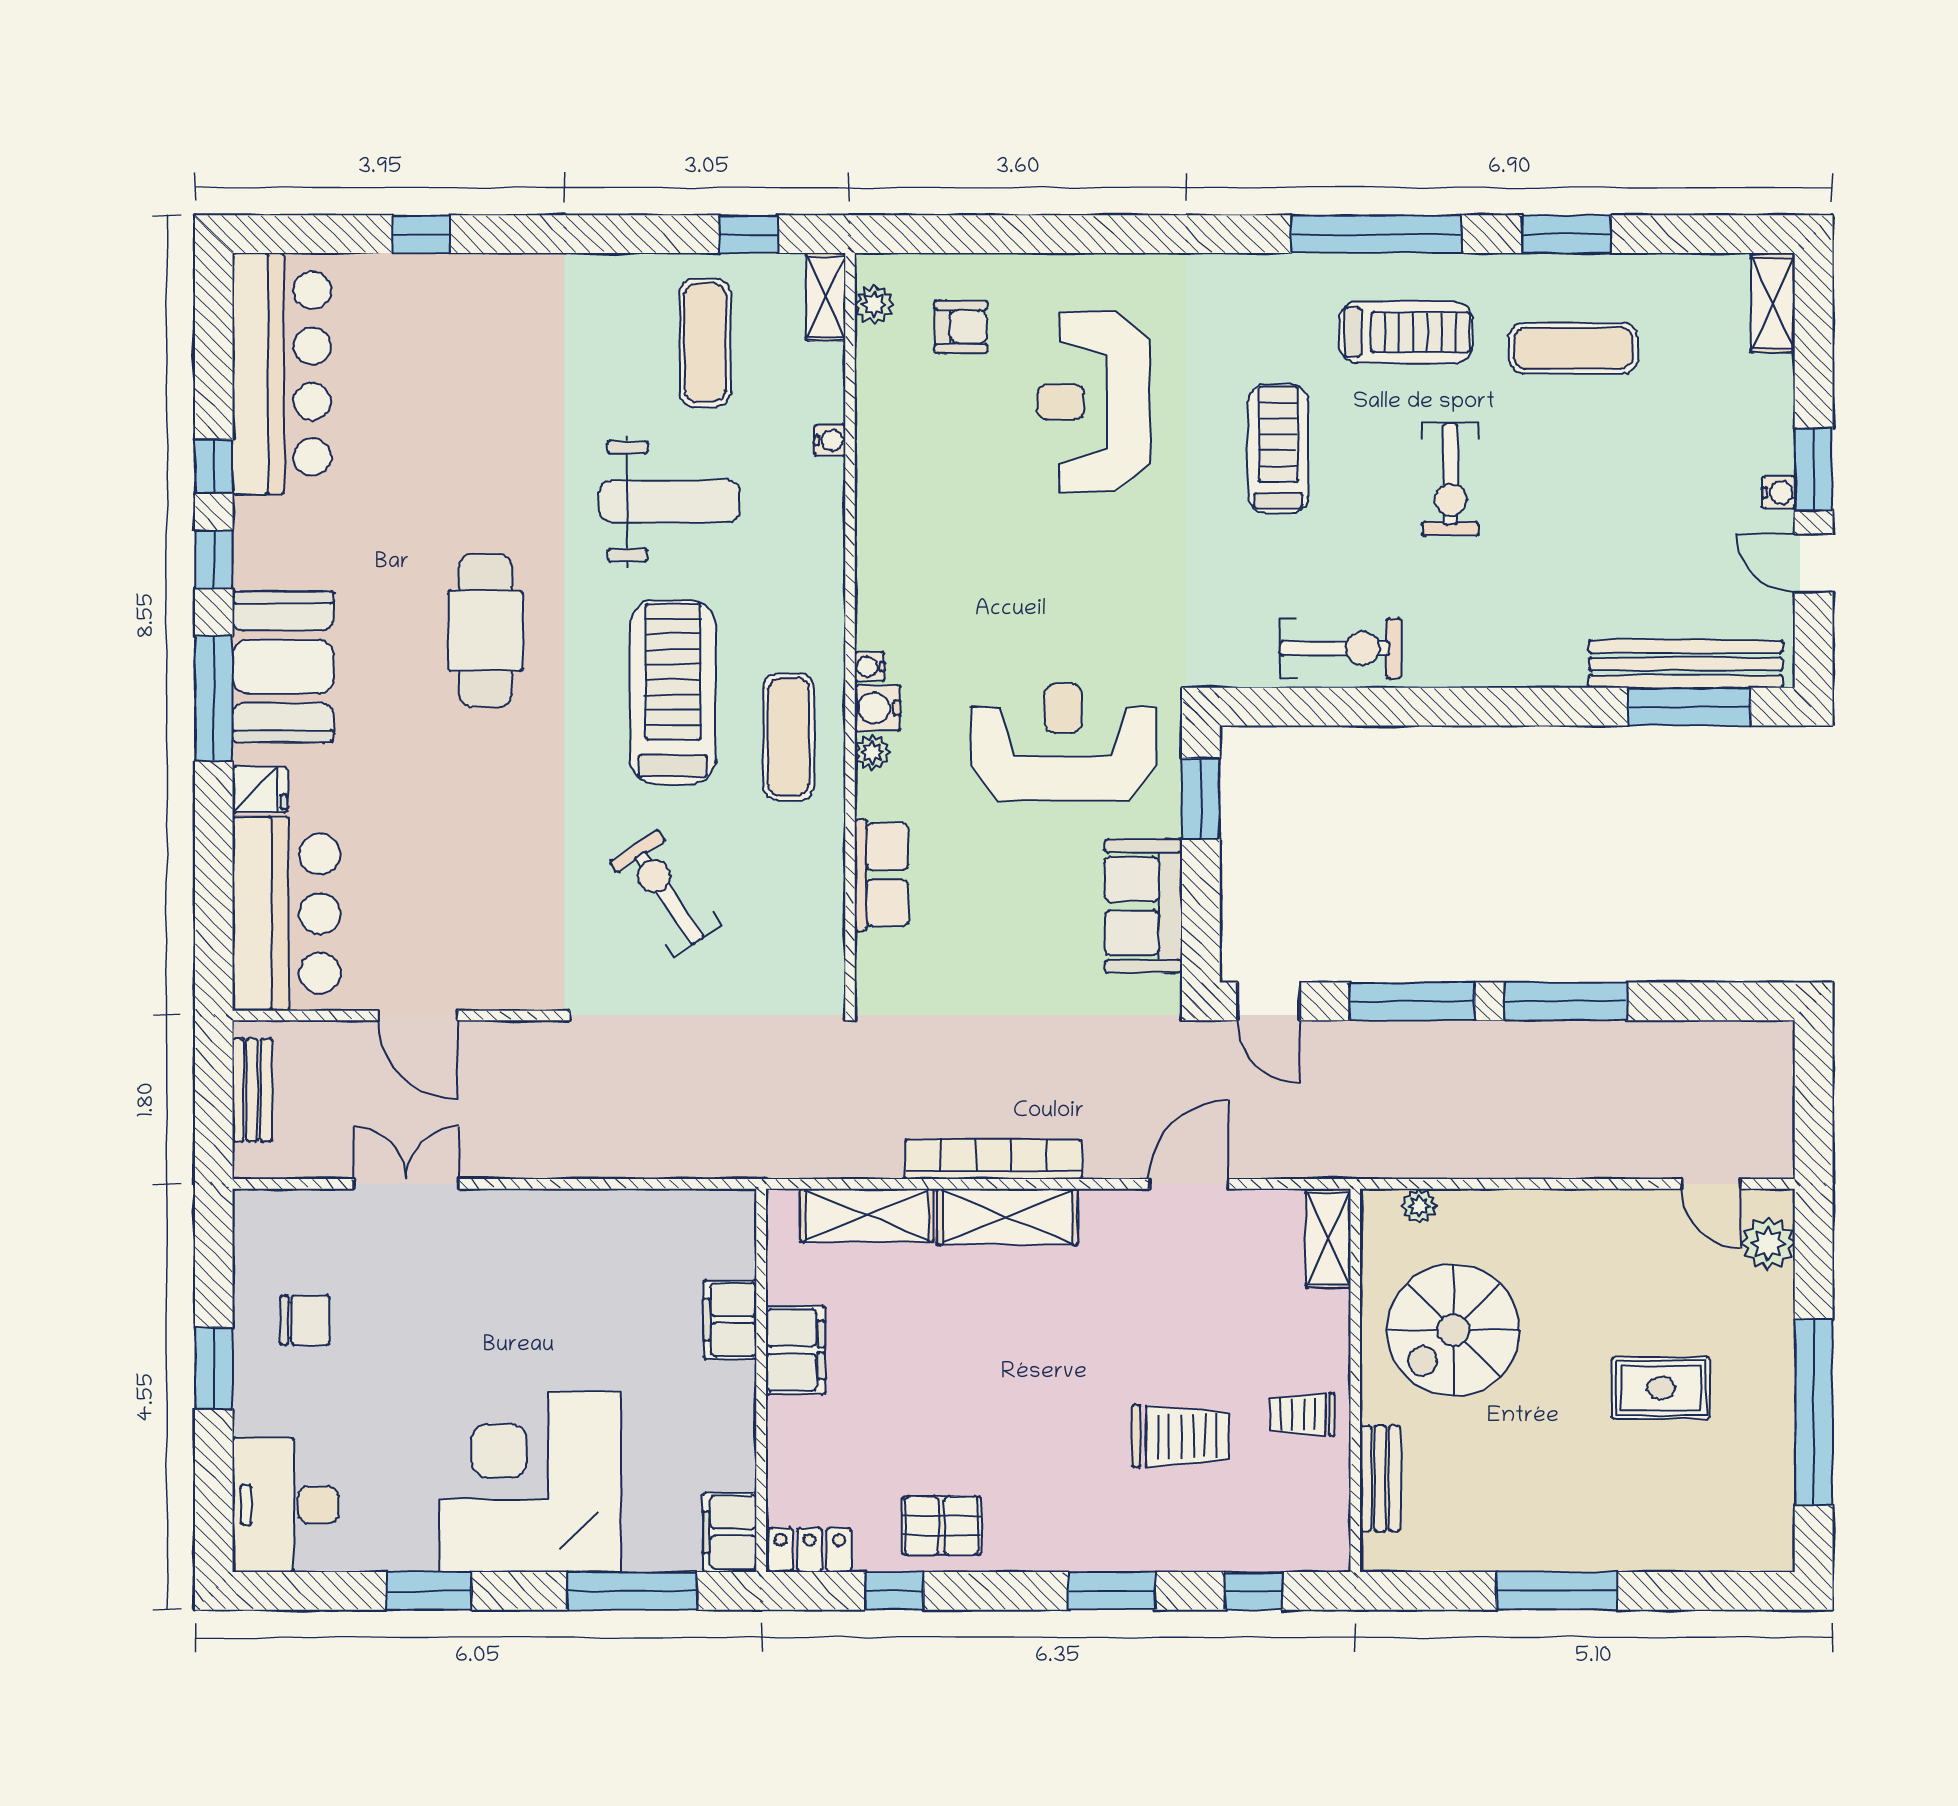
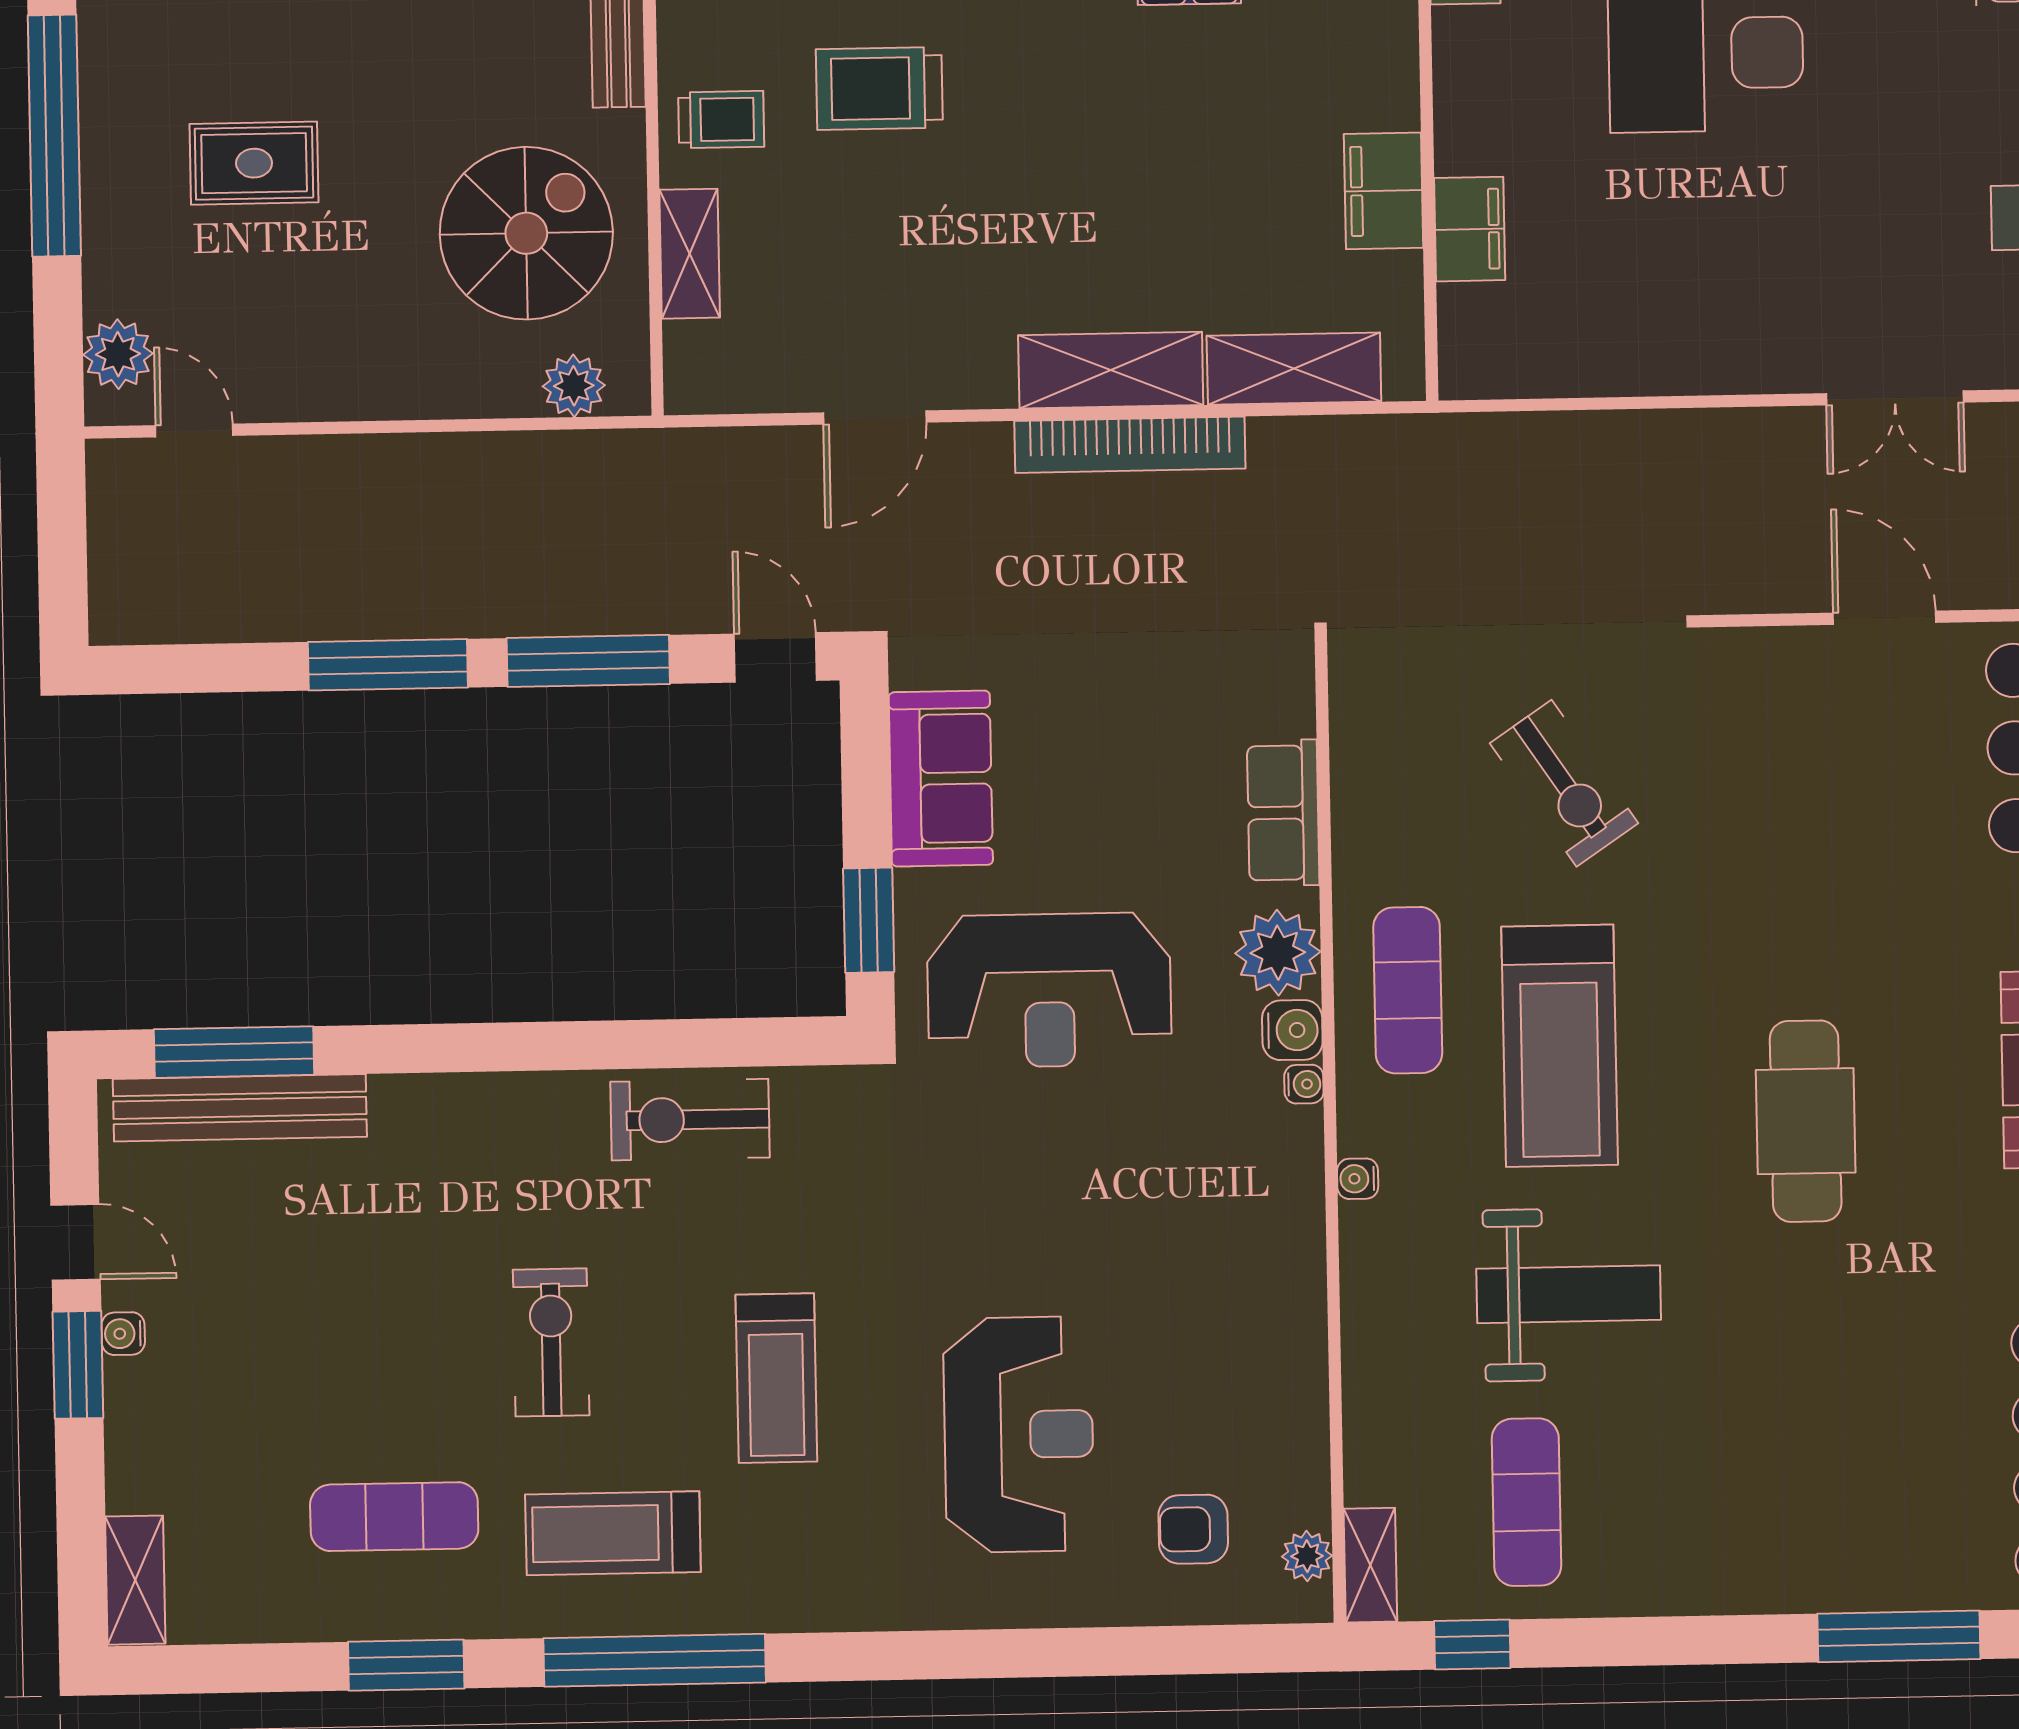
window: (421, 234) -> (1899, 1636), width x2.17
water cooler: (830, 440) -> (1358, 1179), moved
weight bench: (670, 501) -> (1569, 1294), turned 180
plant: (872, 752) -> (1278, 953), width x1.87, depth x1.87
plant: (1419, 1206) -> (574, 386), width x1.38, depth x1.38
shelving: (1328, 1238) -> (690, 254), moved

